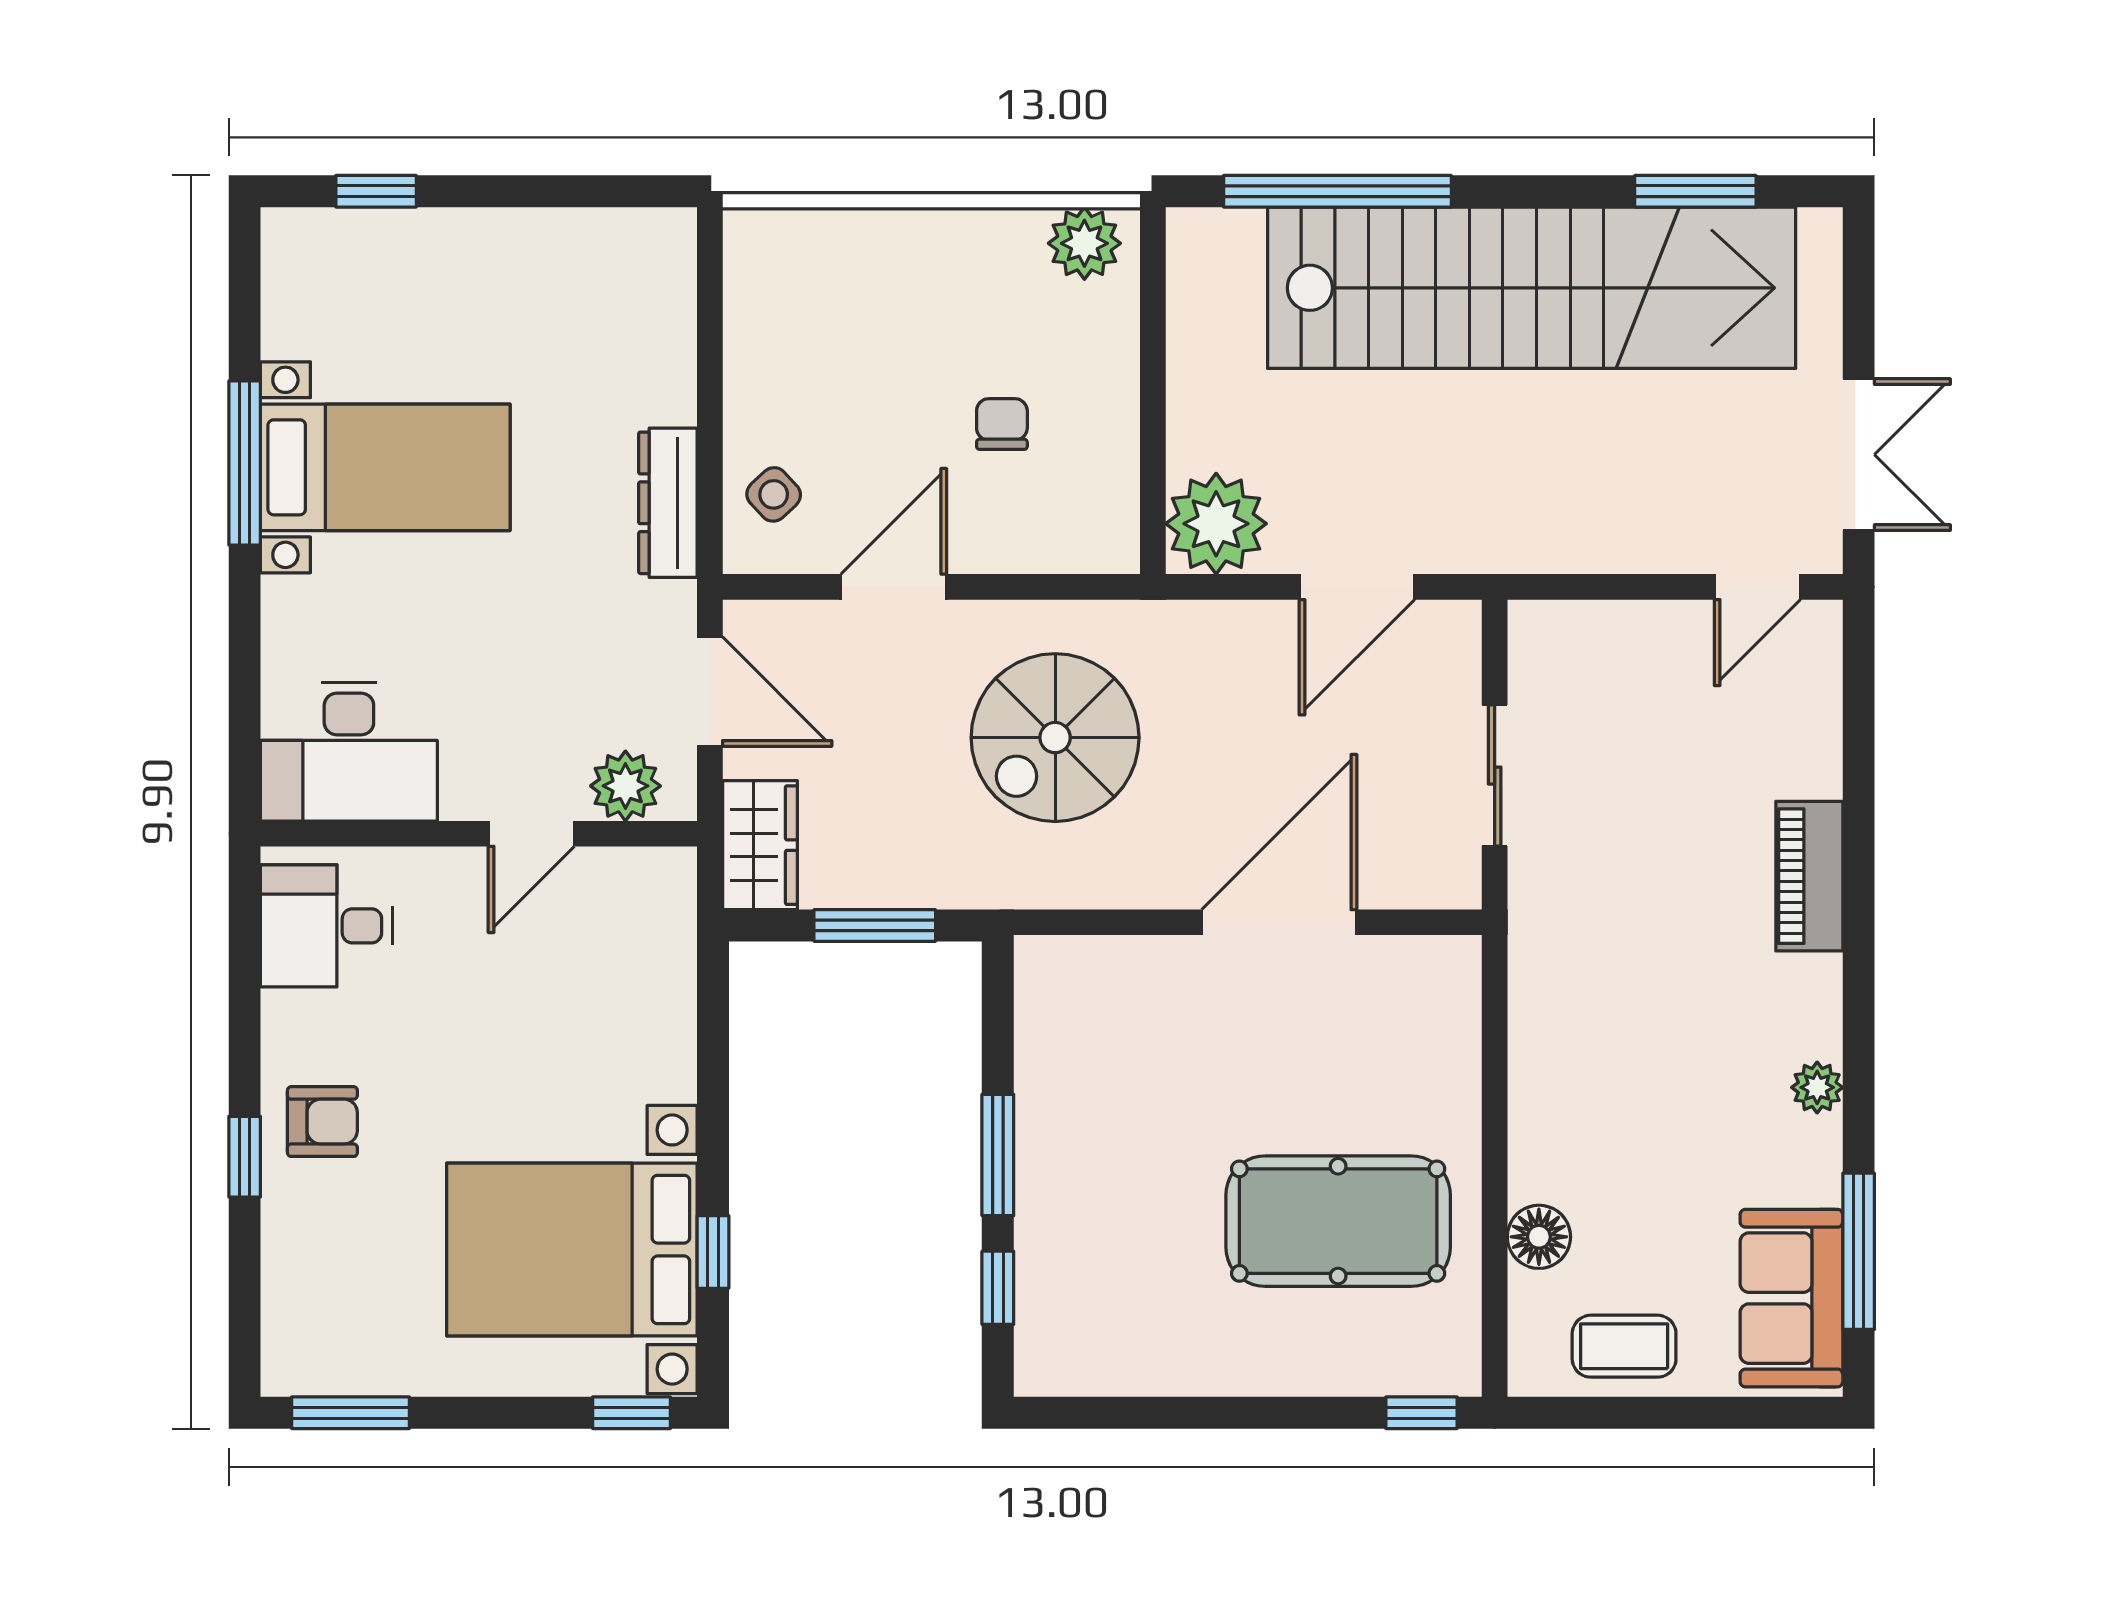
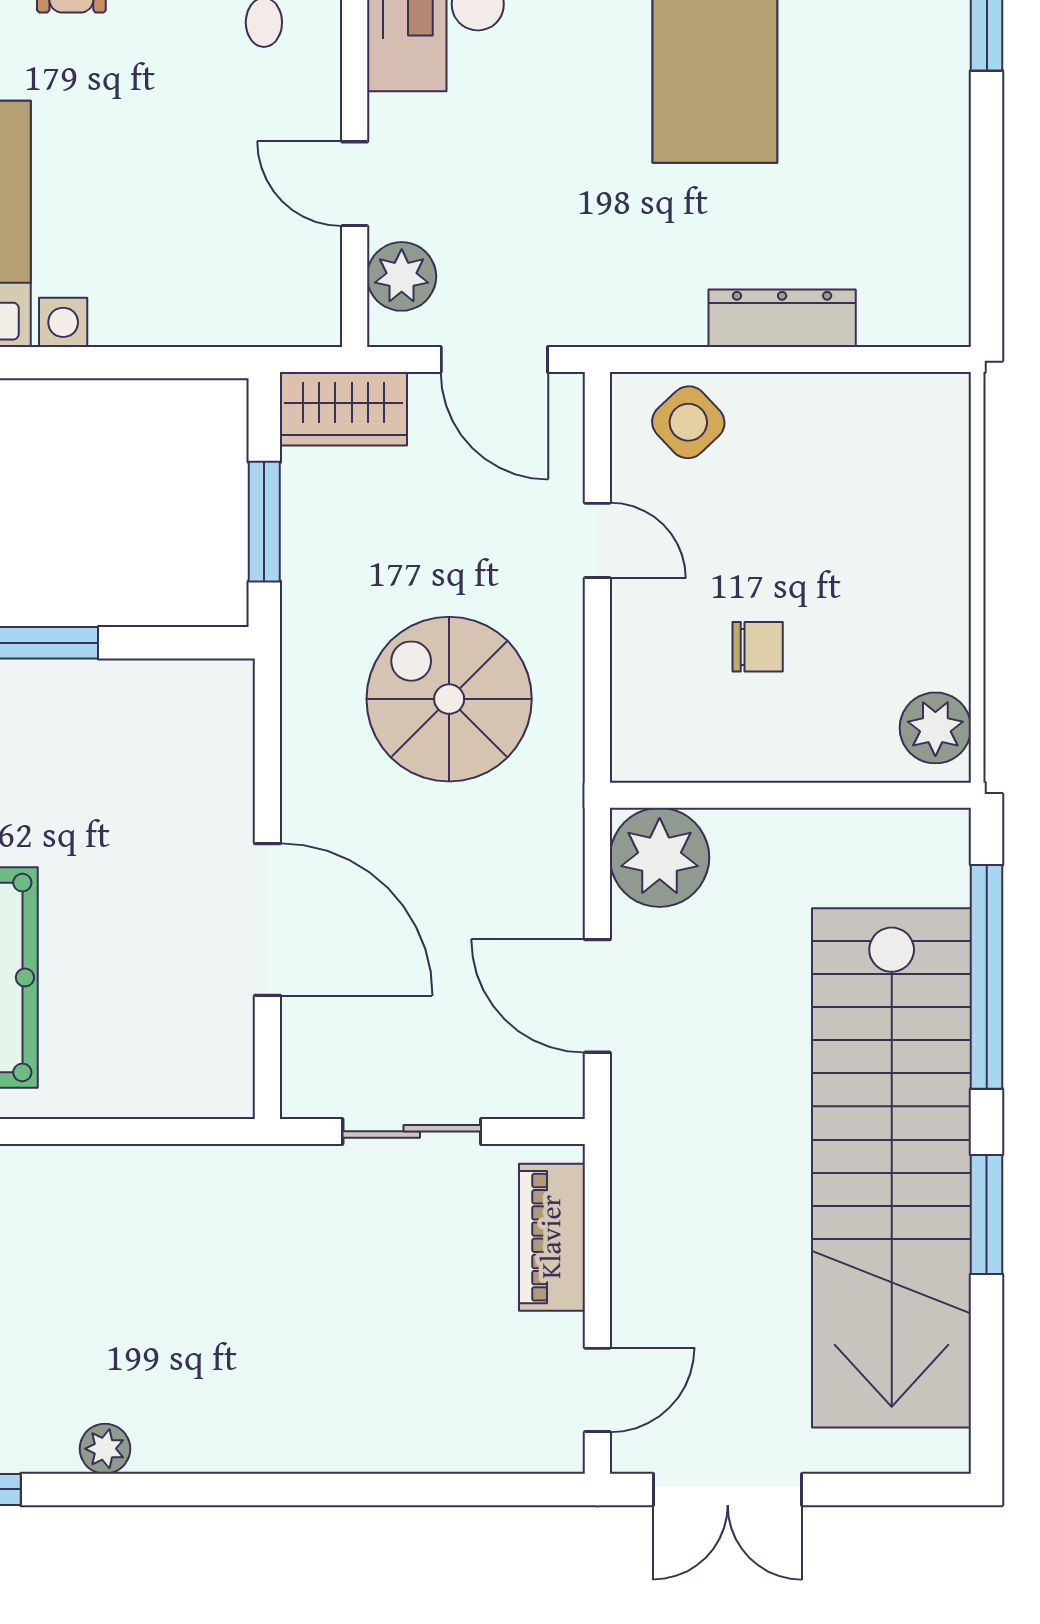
window: (1695, 191) -> (987, 1215), moved
side table: (774, 494) -> (688, 422), width x1.37, depth x1.37
dresser: (668, 503) -> (782, 318), moved
door: (894, 587) -> (597, 540), width x0.73
door: (1757, 587) -> (597, 1390), swing flipped
door: (710, 692) -> (494, 359), hinge flipped
piano: (1809, 876) -> (552, 1237), moved, turned -90

